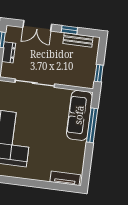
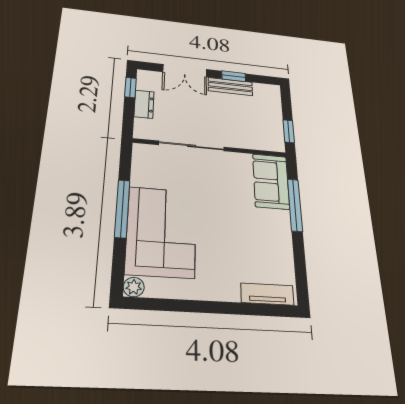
bench: (78, 40) -> (230, 87), moved
sofa: (79, 115) -> (271, 181), width x0.73

